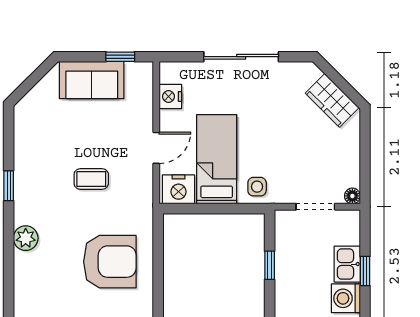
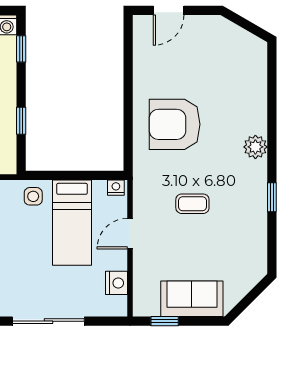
nightstand: (179, 189) -> (116, 188), width x0.53, depth x0.56

